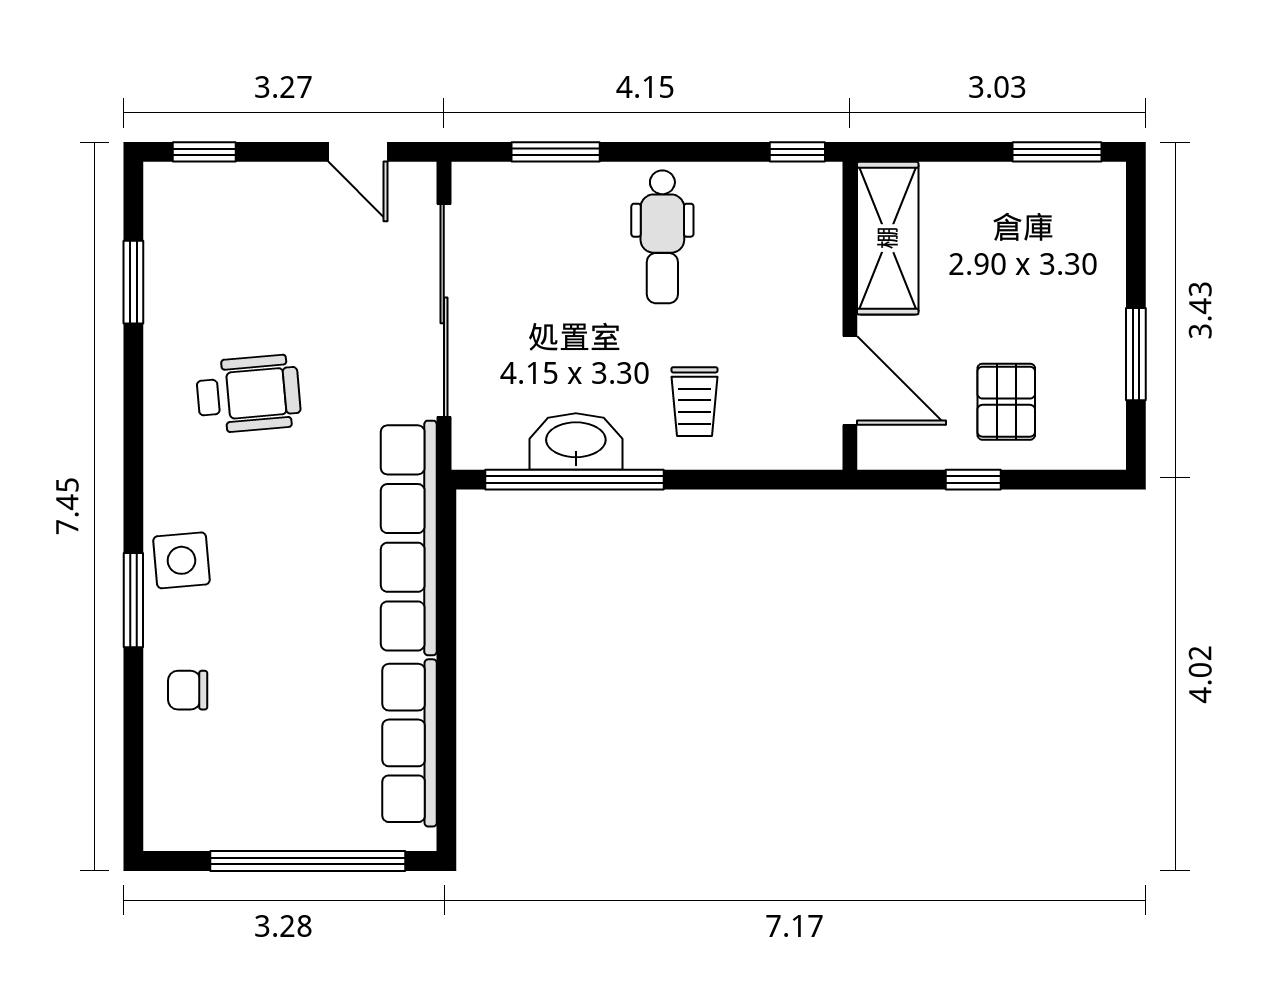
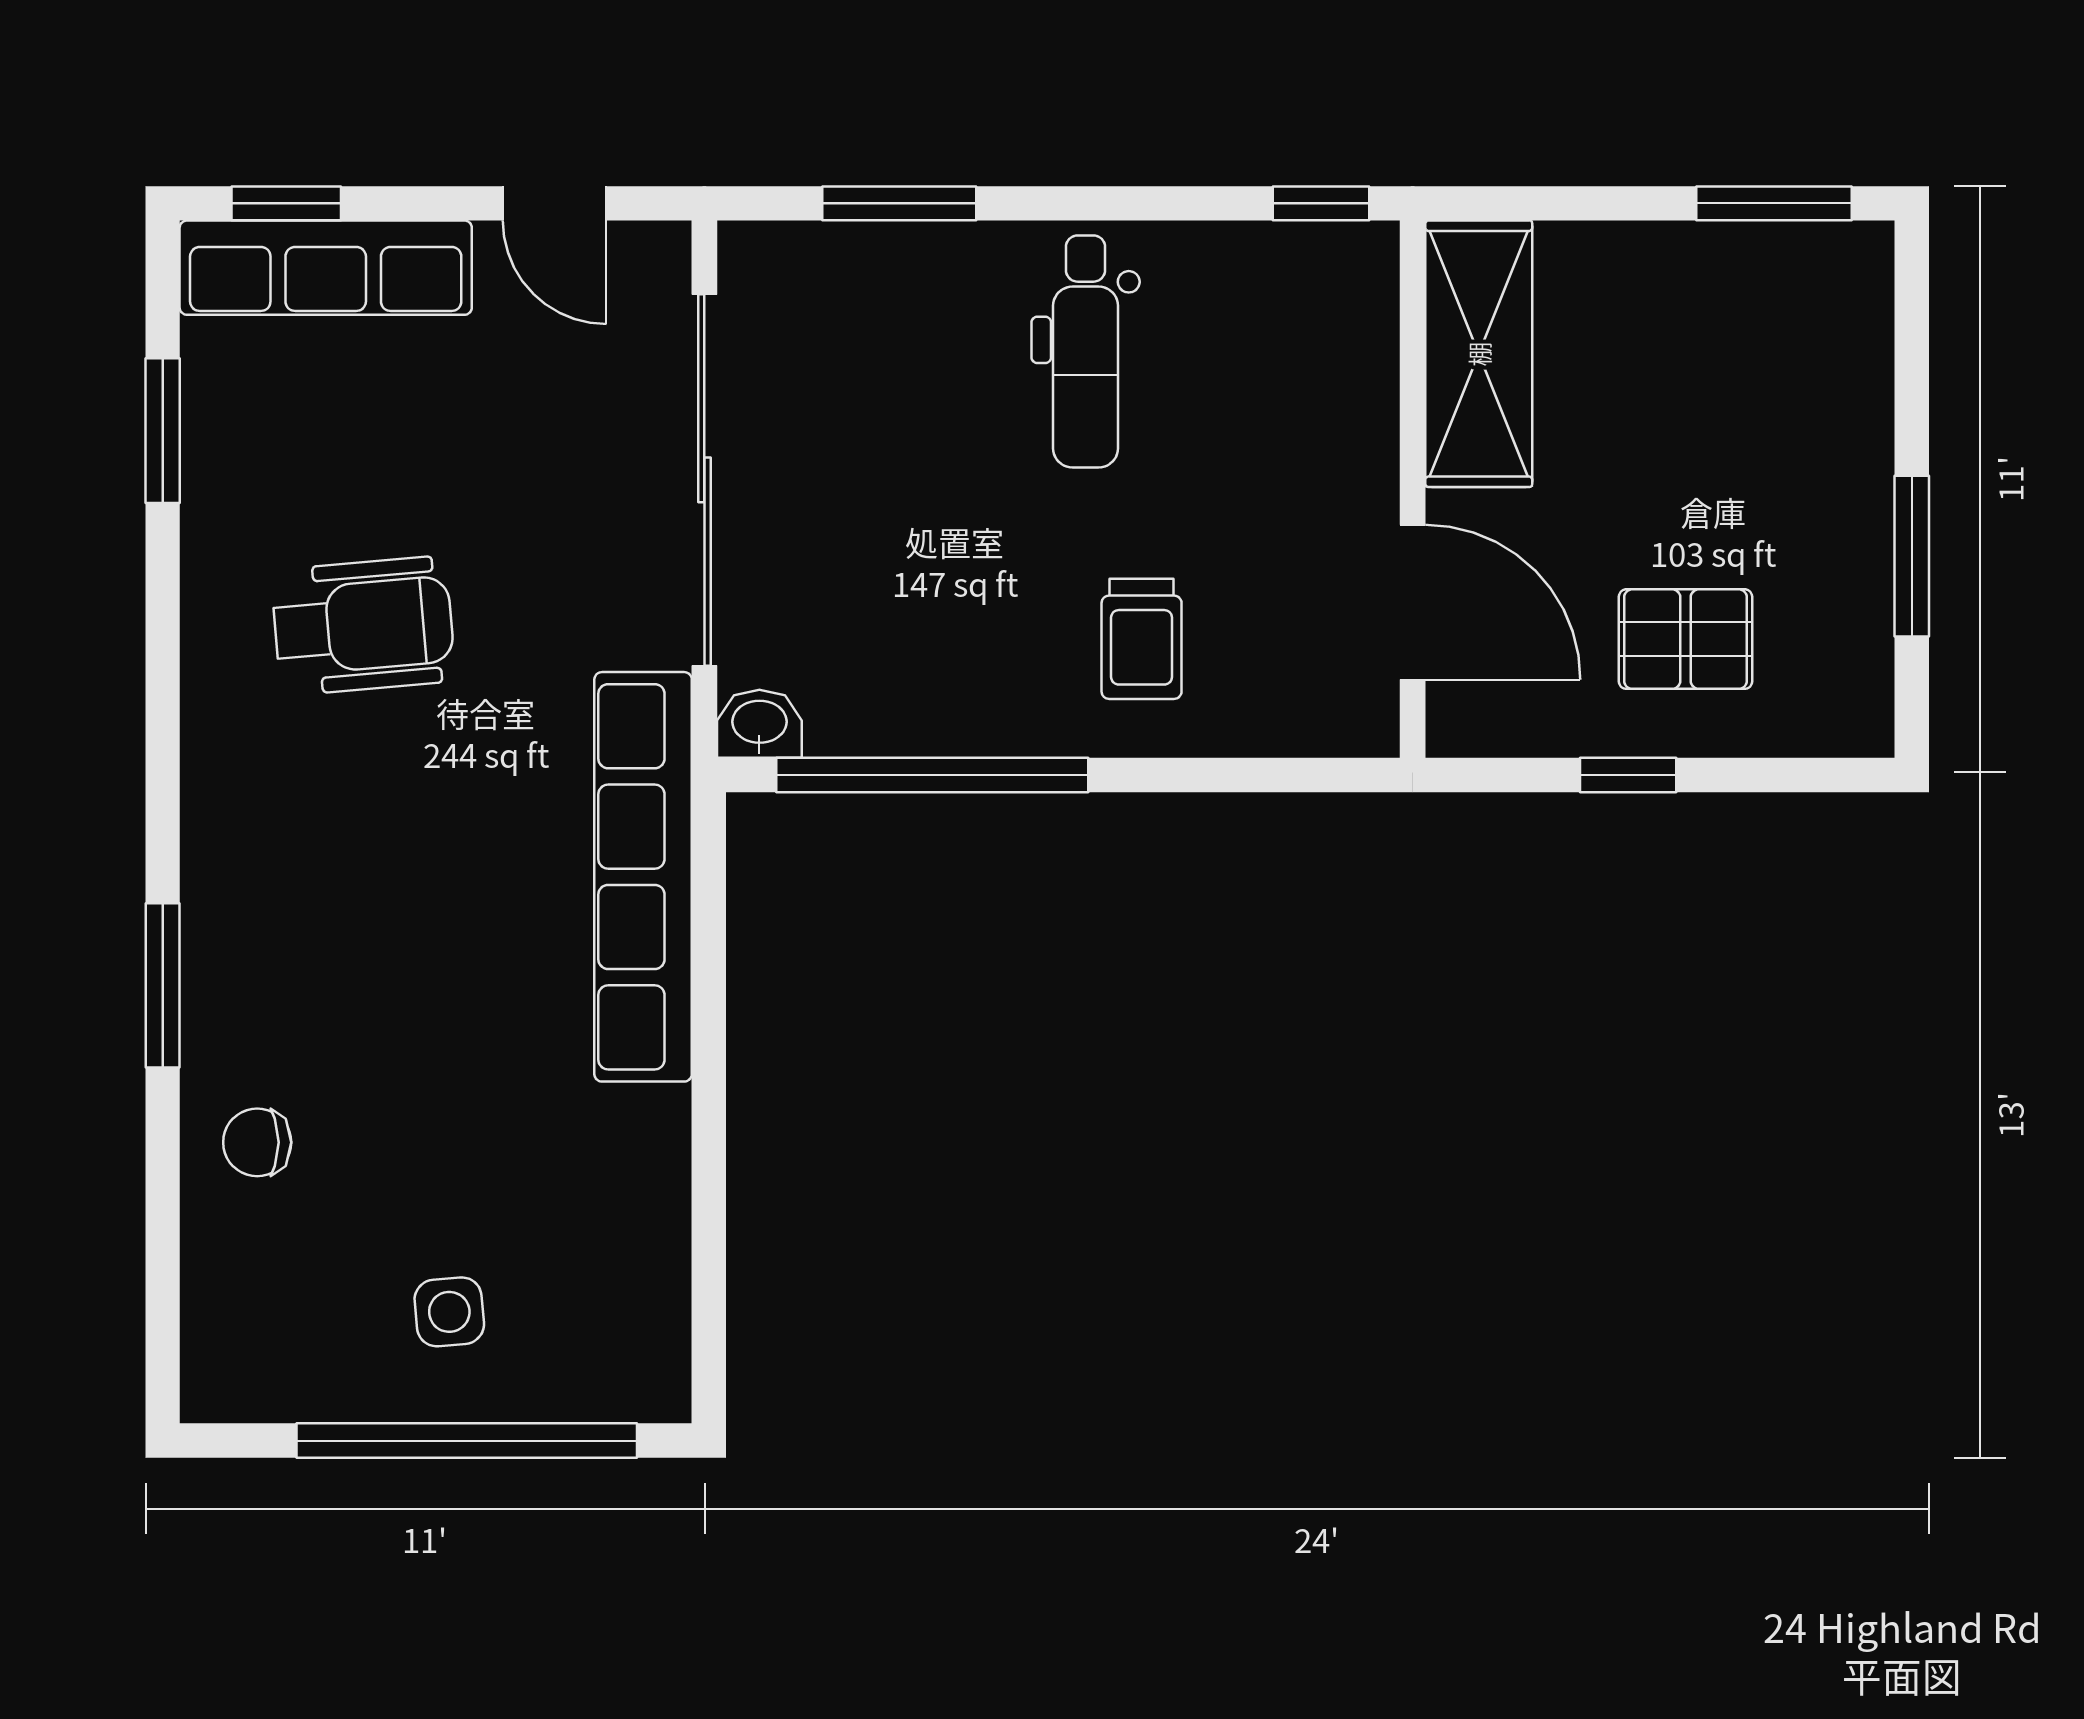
pallet: (1006, 402) -> (1685, 639), turned 90
washbasin: (576, 441) -> (759, 724), moved, width x0.52, depth x0.69
side table: (181, 560) -> (449, 1312), moved, width x0.73, depth x0.73
row of seats: (410, 743) -> (326, 268), moved, turned -90

